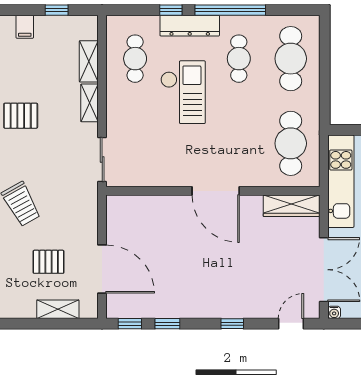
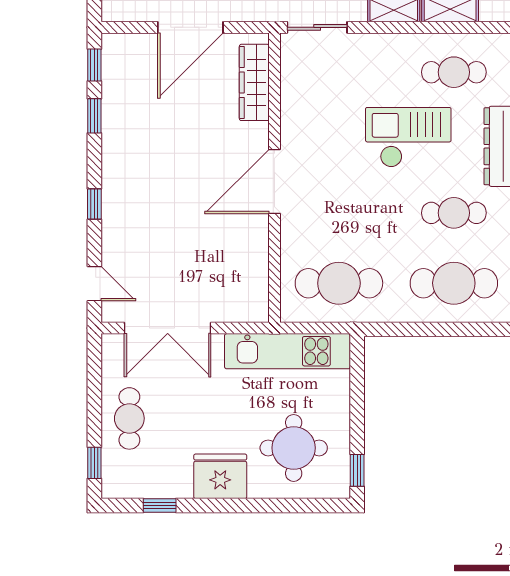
checkout: (183, 92) -> (408, 137), turned 180
wardrobe: (292, 206) -> (254, 82), moved
door: (102, 269) -> (190, 27), moved
water cooler: (334, 312) -> (110, 342), removed

